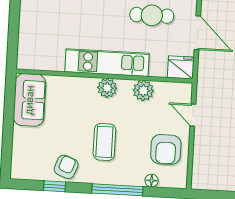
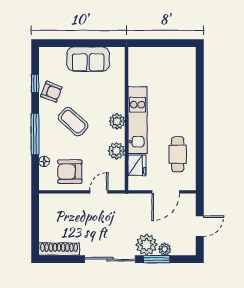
fridge: (181, 67) -> (137, 165), moved
sofa: (29, 100) -> (88, 59), moved
coffee table: (104, 142) -> (73, 122), turned 42

